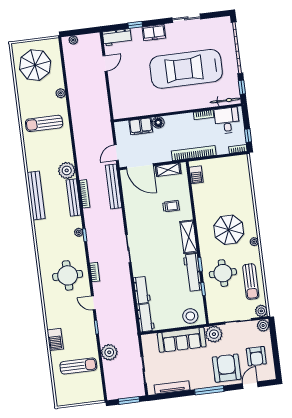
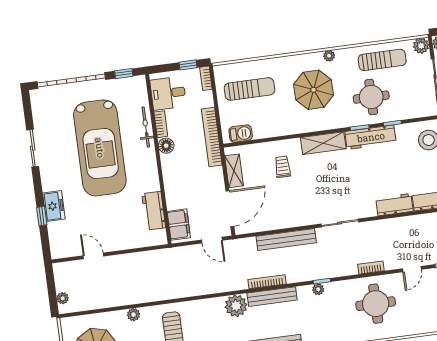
freezer: (154, 33) -> (54, 206), moved
workbench: (117, 37) -> (154, 211), moved, turned 180
bicycle: (225, 100) -> (146, 127), moved
floor lamp: (158, 122) -> (166, 146), moved
filing cabinet: (141, 126) -> (179, 225), moved
sun lounger: (230, 182) -> (249, 89), added
bench: (114, 186) -> (286, 239), moved

